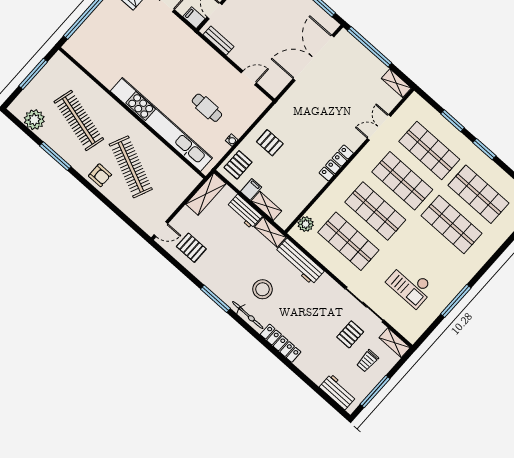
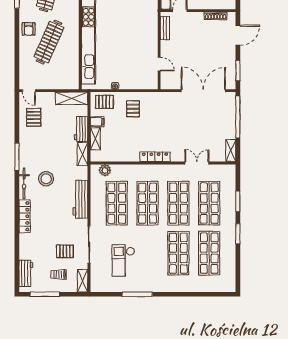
cafe table: (207, 108) -> (121, 55), removed
workbench: (299, 261) -> (81, 199), moved

